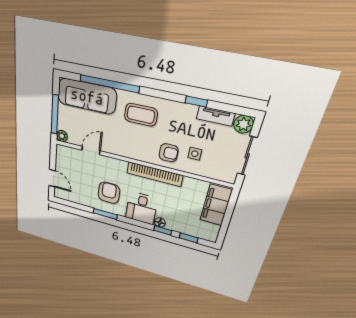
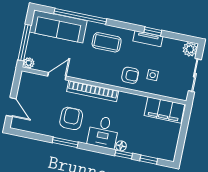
tv unit: (216, 116) -> (148, 39), moved
bookcase: (154, 174) -> (93, 91), moved
filing cabinet: (216, 205) -> (164, 110), moved, turned -90

